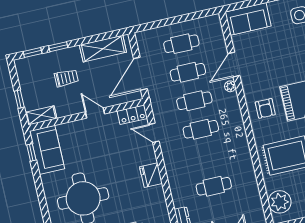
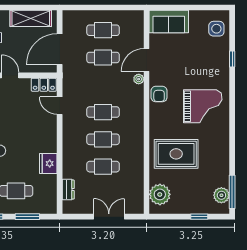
cafe table: (194, 101) -> (103, 139), moved
armchair: (265, 108) -> (159, 94), moved
fridge: (151, 175) -> (48, 163), moved

